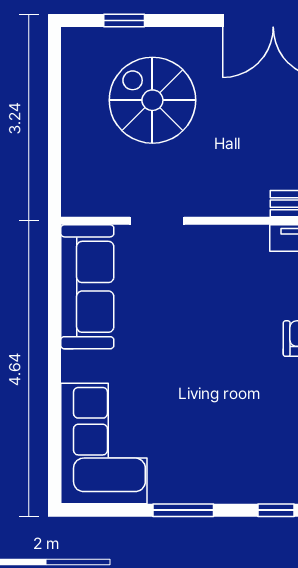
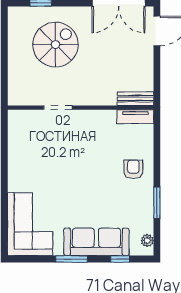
spiral stairs: (152, 100) -> (55, 45), turned 90
sofa: (87, 287) -> (96, 242), moved, turned -90

